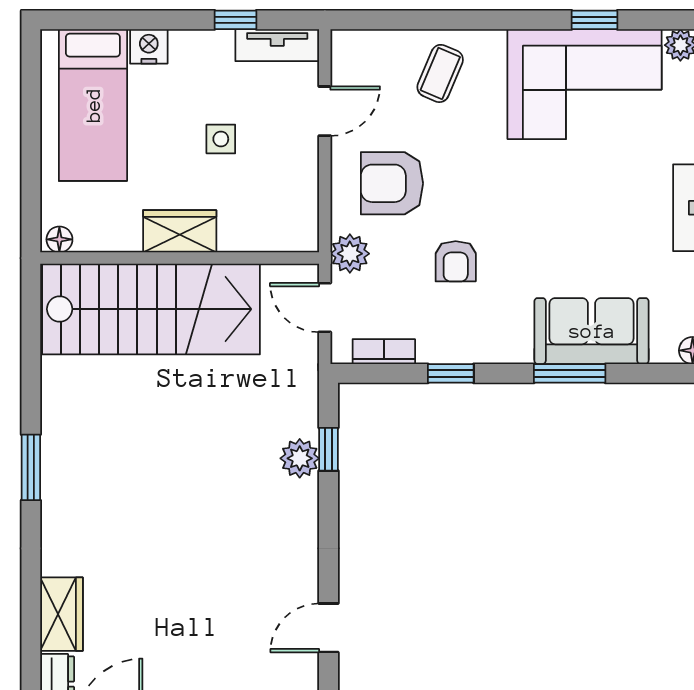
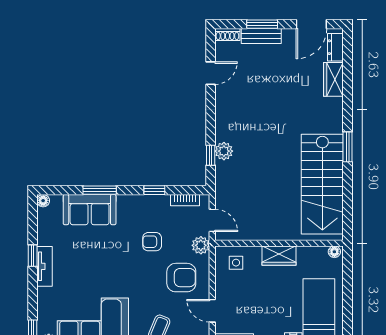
door: (325, 111) -> (212, 311), hinge flipped
side table: (221, 139) -> (236, 263), moved
armchair: (456, 261) -> (152, 242), turned -90
stairs: (151, 309) -> (322, 184), moved, turned -90

